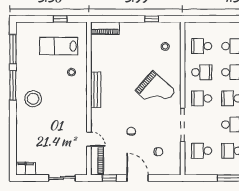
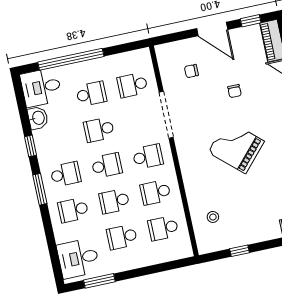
school desk: (202, 46) -> (163, 228), turned 180
grand piano: (155, 91) -> (236, 147), moved
school desk: (202, 151) -> (132, 85), turned 180

